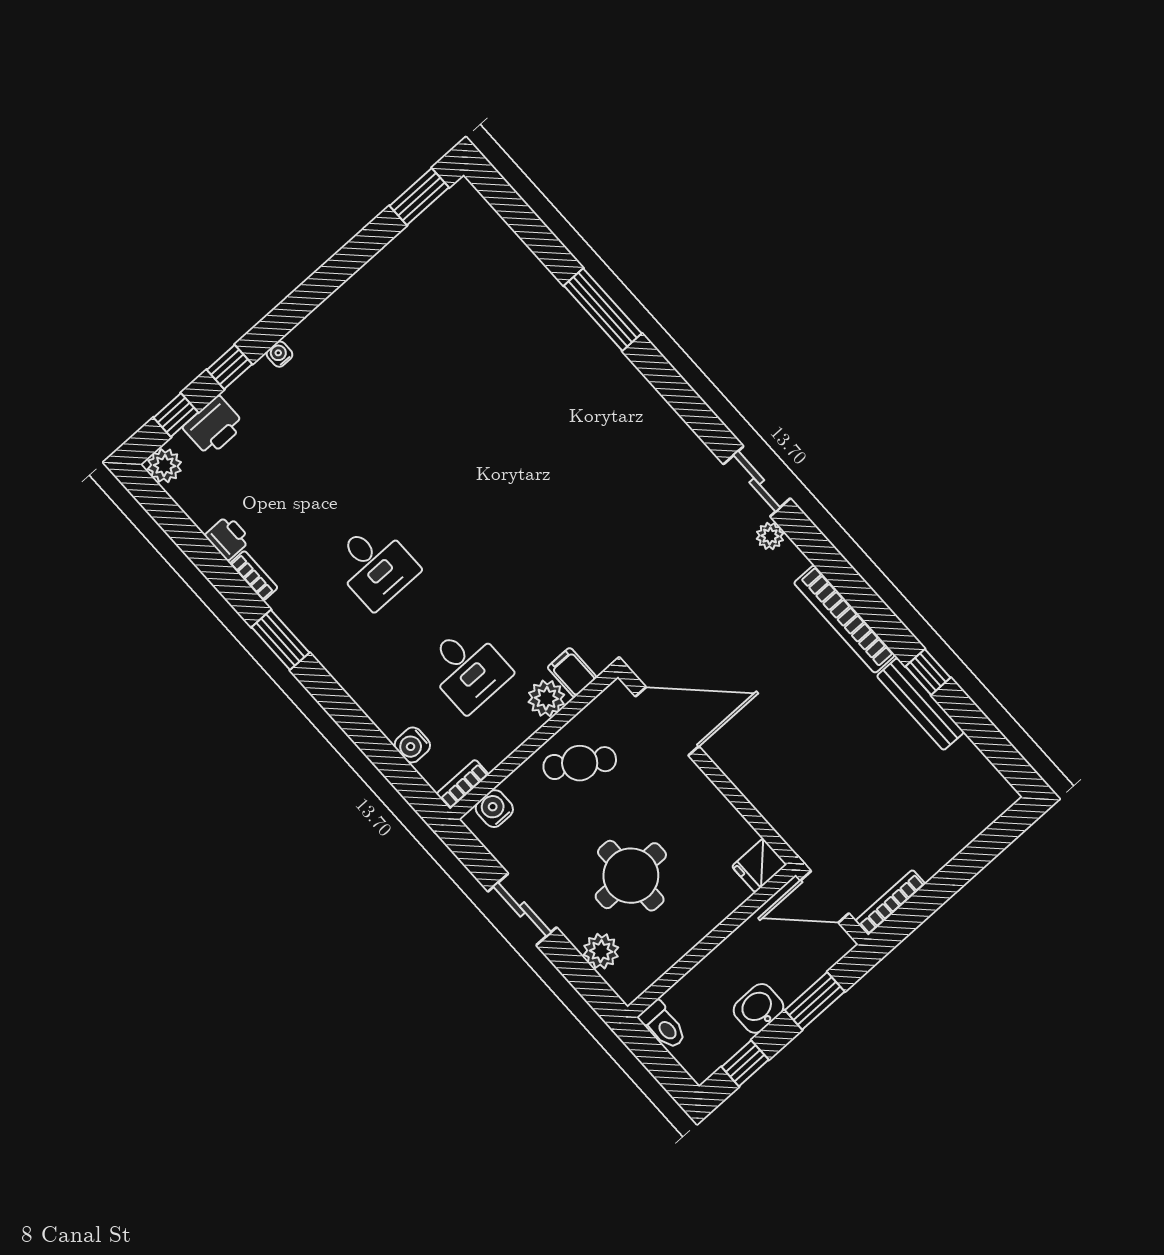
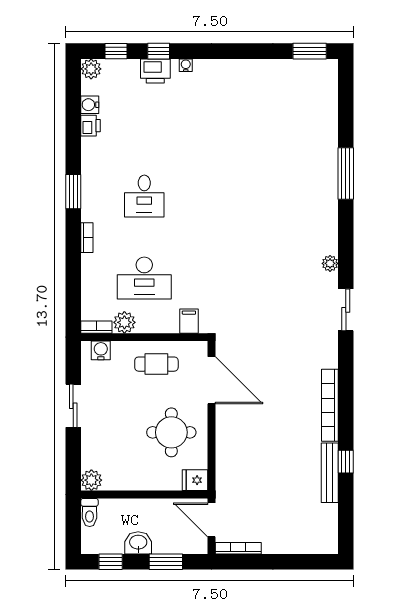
printer: (214, 426) -> (155, 71), moved
plant: (770, 536) -> (330, 263), moved
bookcase: (254, 576) -> (87, 238), moved
desk: (467, 669) -> (144, 278), width x1.37
plant: (546, 698) -> (124, 322), moved
water cooler: (412, 745) -> (90, 105), moved
cafe table: (580, 763) -> (156, 364), turned -33
round table: (631, 876) -> (171, 432), moved
plant: (601, 951) -> (91, 480), moved

